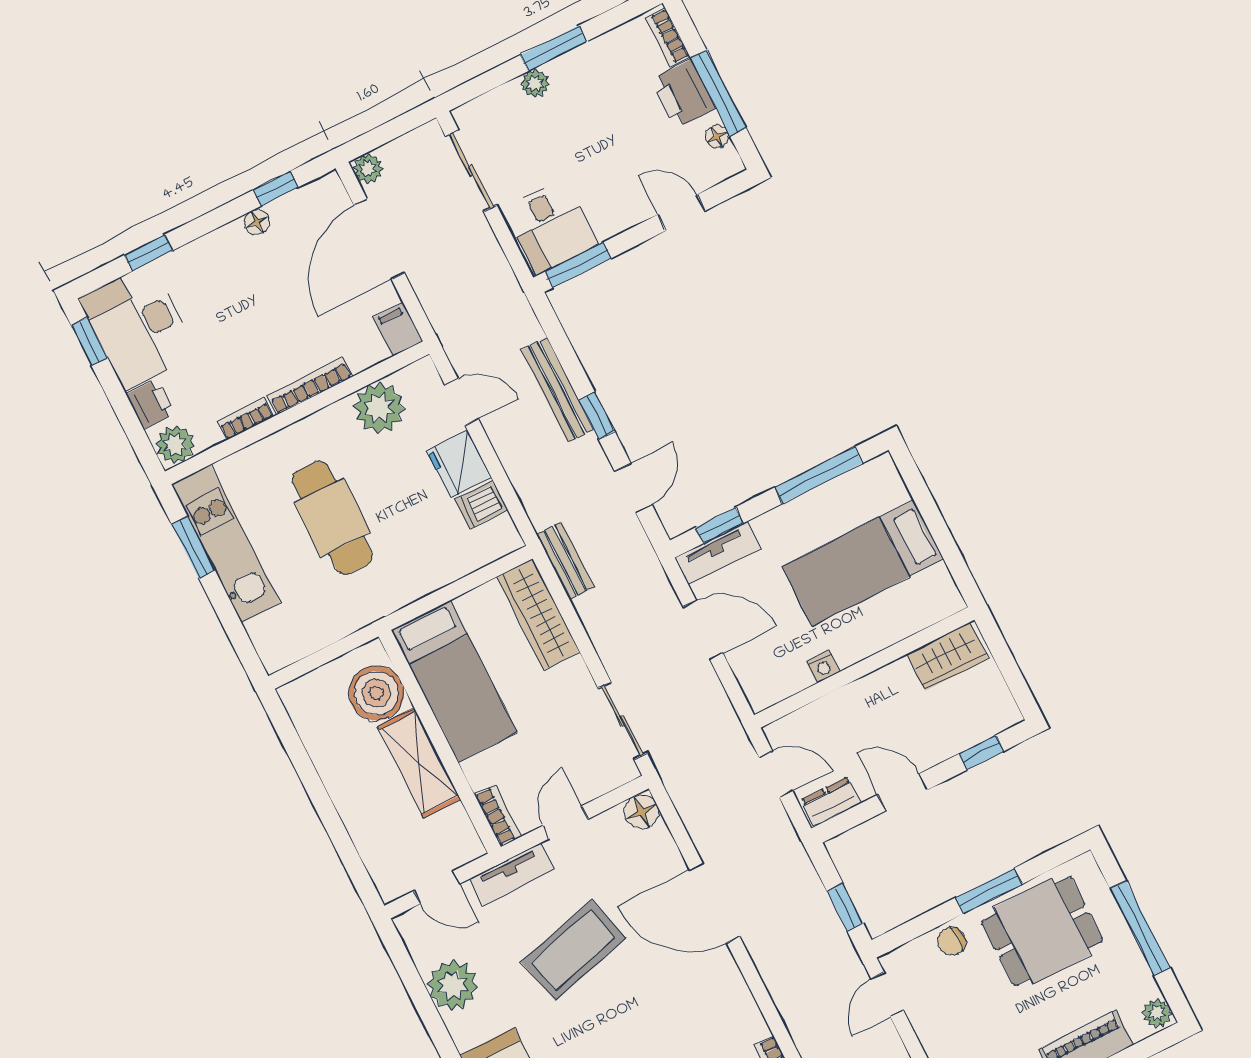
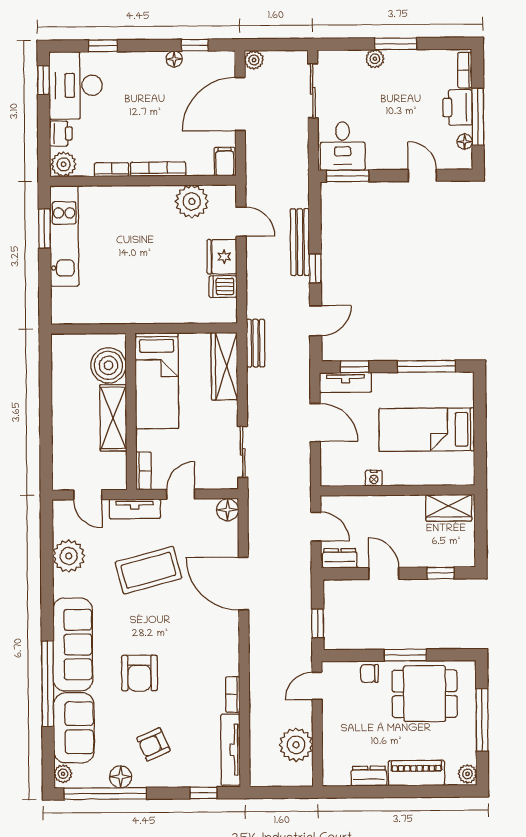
cafe table: (332, 518) -> (133, 251), removed

